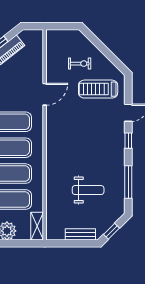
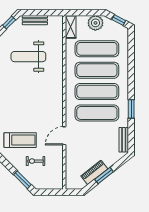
window: (95, 41) -> (22, 180), added
weight bench: (88, 190) -> (28, 57), width x1.36, depth x1.33

